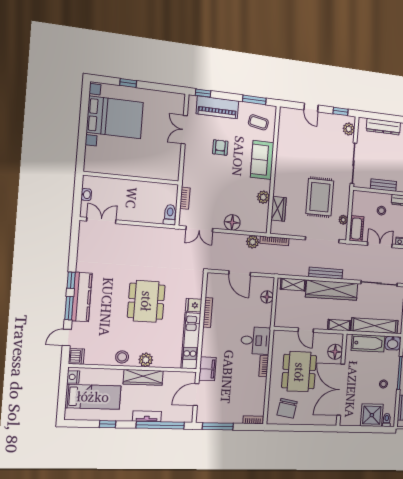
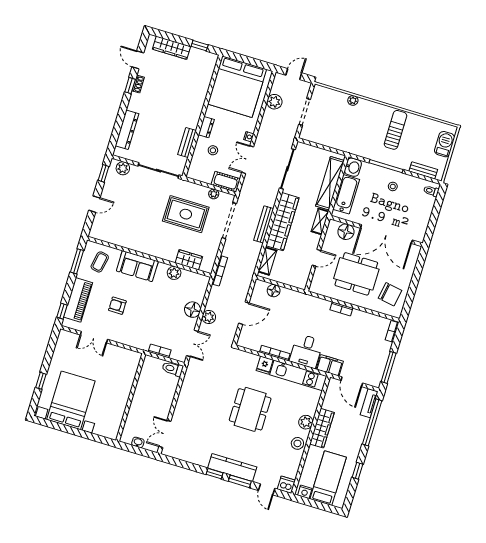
plant: (253, 242) -> (209, 317), moved
dining table: (146, 301) -> (250, 409), turned 90
desk: (256, 340) -> (306, 351), moved, turned 180
shower: (372, 415) -> (422, 206), removed
tv unit: (147, 416) -> (369, 403), moved

